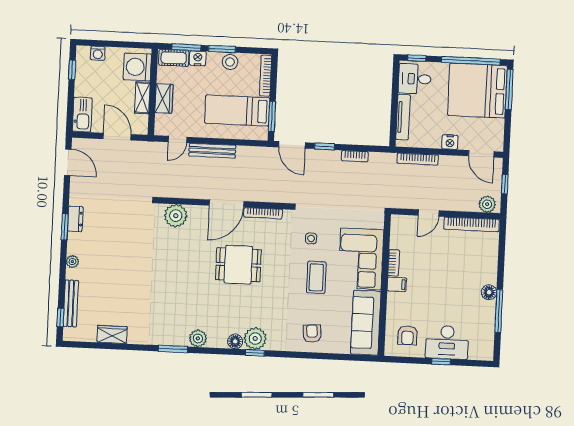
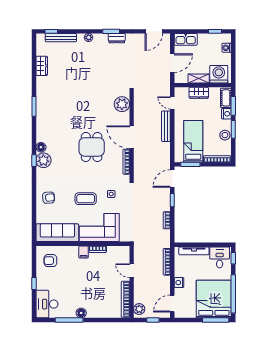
plant: (198, 338) -> (42, 123), removed
desk: (447, 342) -> (47, 304), moved

